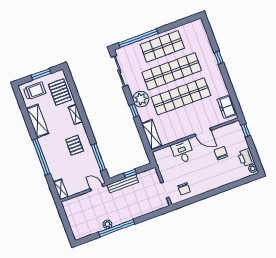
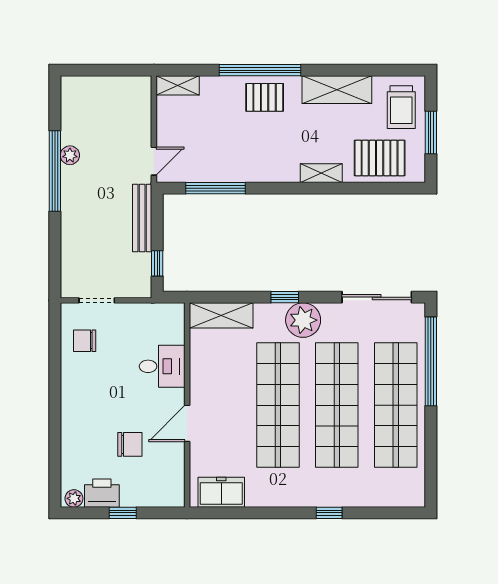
shop shelf: (162, 46) -> (396, 405), width x1.40
window: (246, 130) -> (123, 513), moved
pallet: (75, 145) -> (265, 97), moved
window: (130, 174) -> (157, 263), moved

